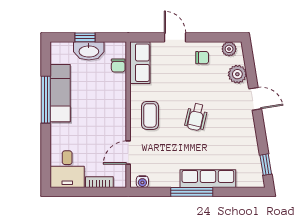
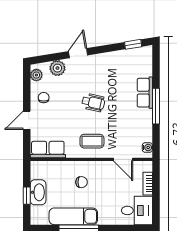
chair: (118, 66) -> (82, 182), moved
row of seats: (208, 179) -> (145, 93), width x0.68

